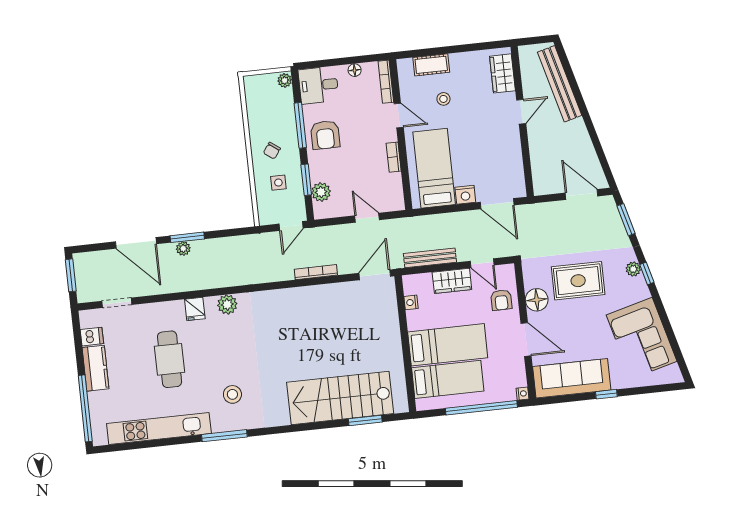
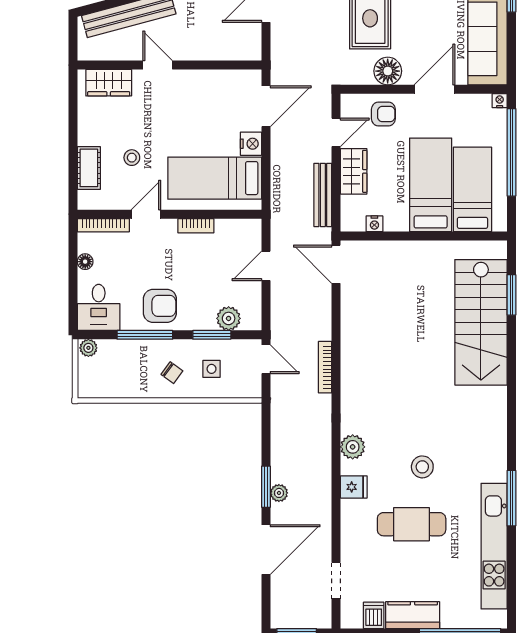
bookcase: (316, 272) -> (325, 367), moved
stool: (232, 394) -> (422, 467), moved
window: (224, 436) -> (511, 498), moved

